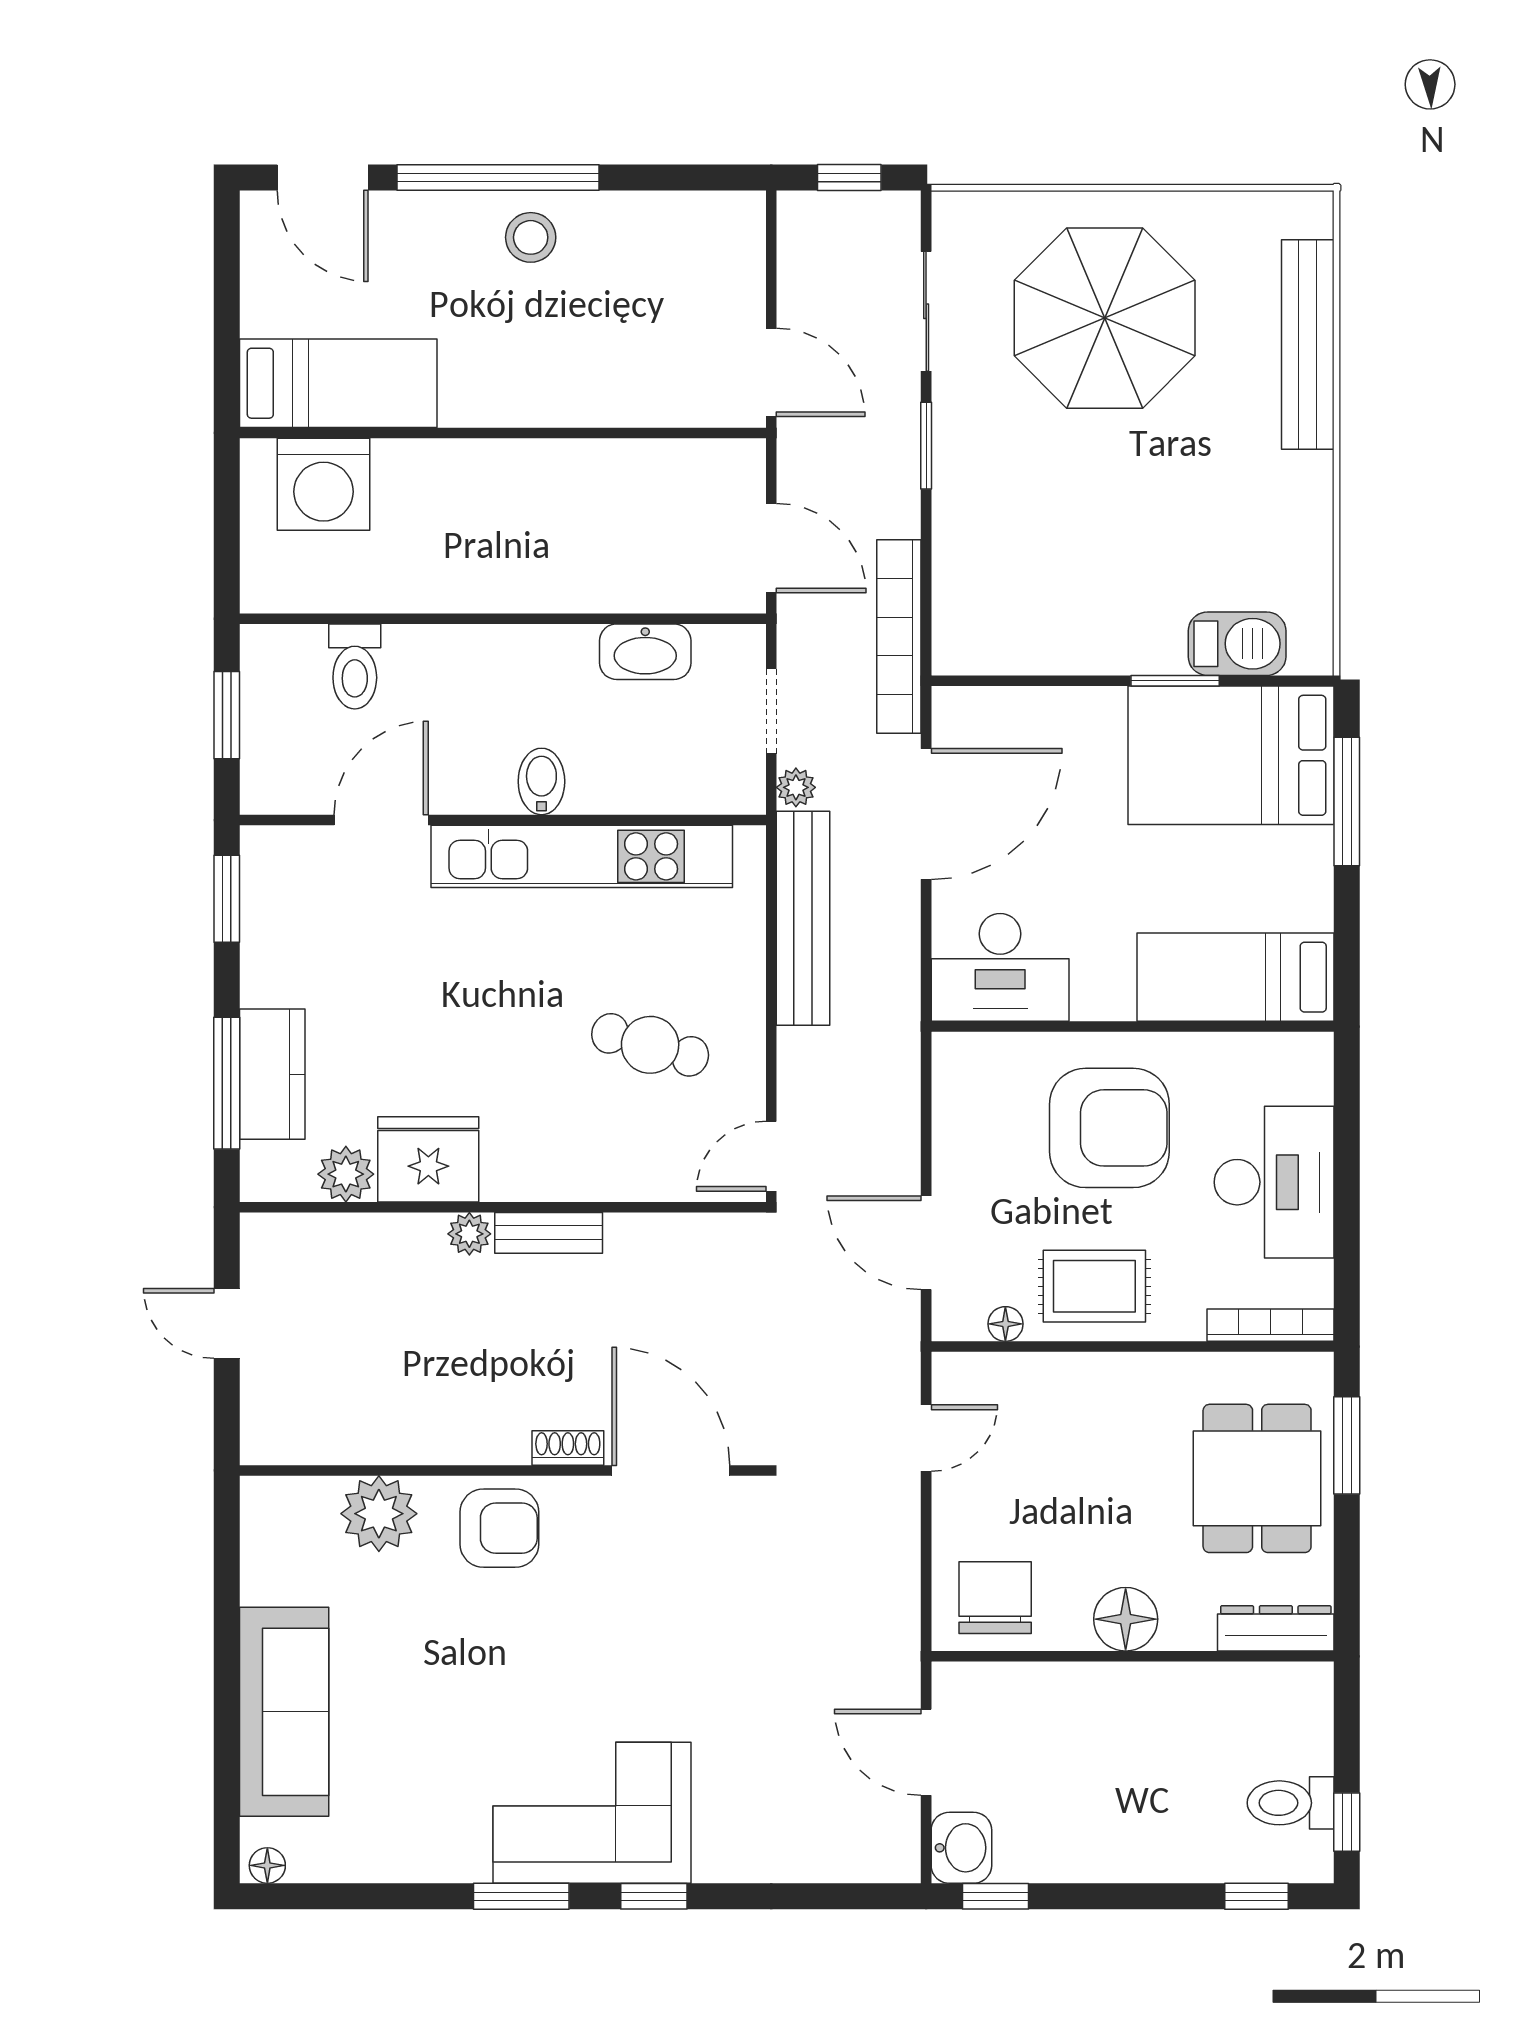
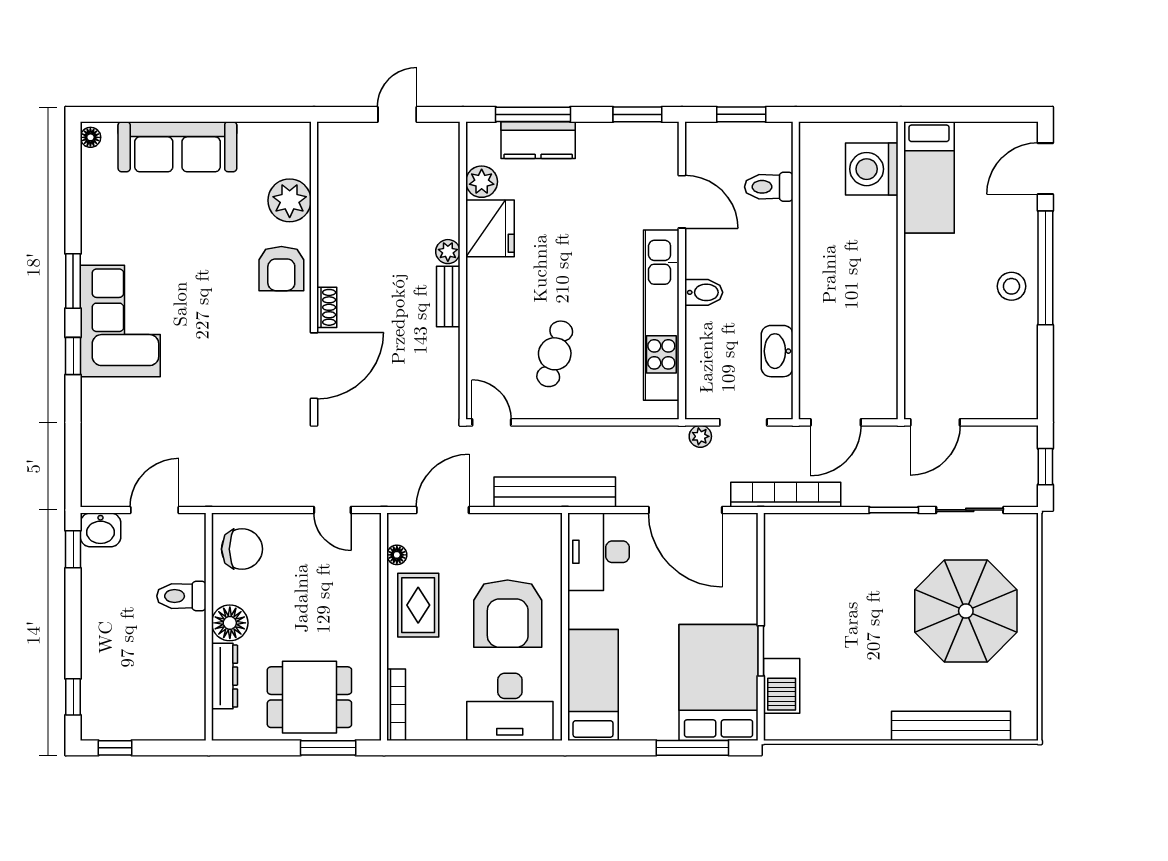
bench: (803, 918) -> (555, 492), moved
desk: (1274, 1182) -> (510, 707), moved
dresser: (1276, 1628) -> (225, 676), moved
toilet: (1291, 1803) -> (181, 596), moved, turned -90

